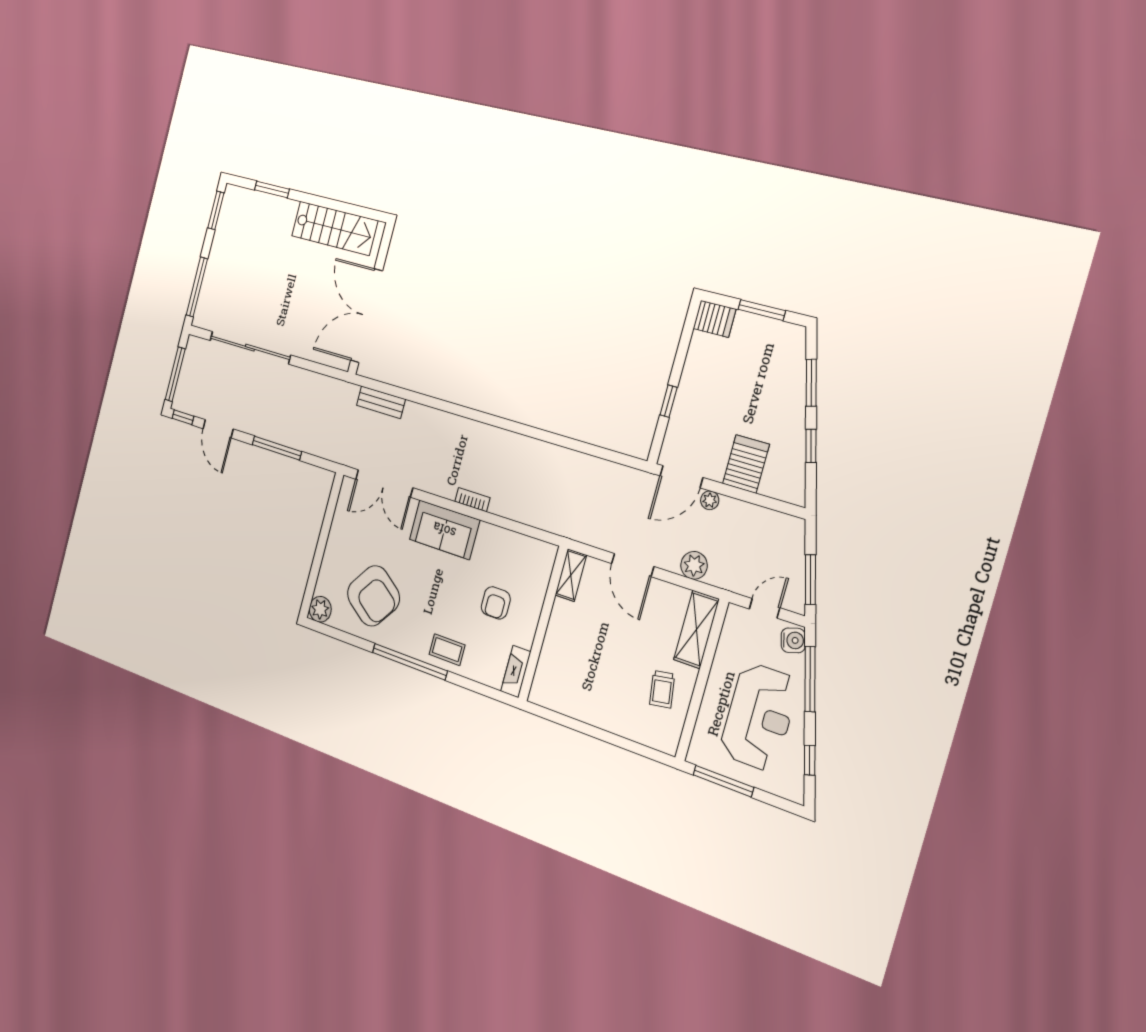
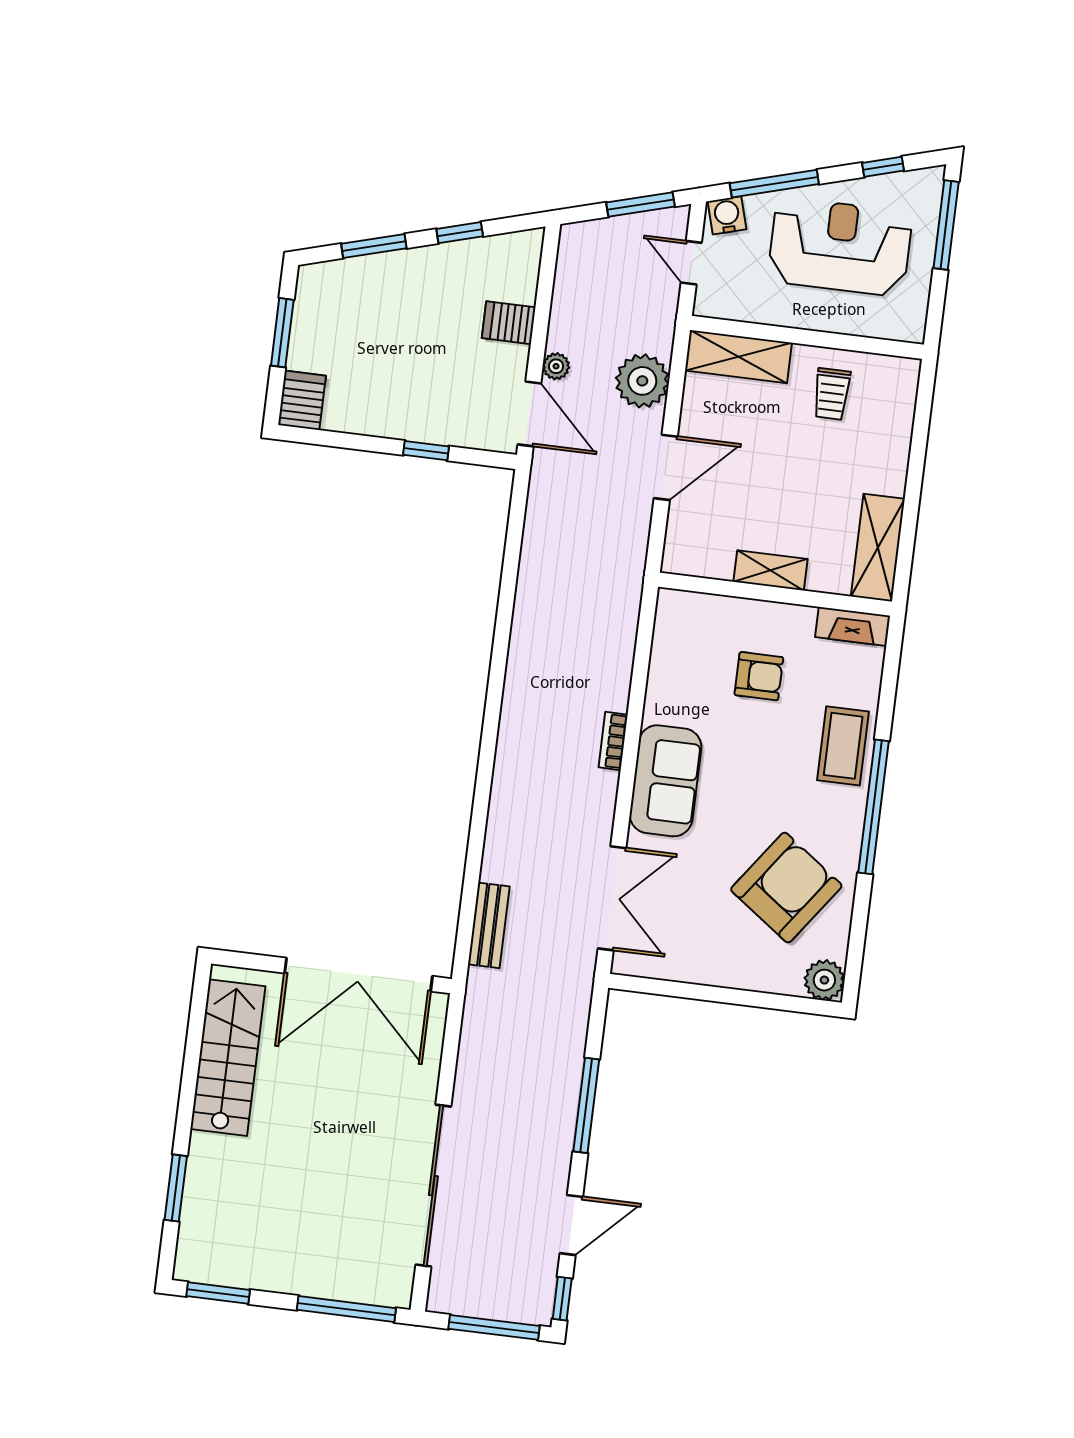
server rack: (746, 464) -> (509, 323), width x0.73, depth x0.70
plant: (694, 565) -> (642, 381), width x1.36, depth x1.36
shelving: (571, 575) -> (770, 570), moved
coffee table: (447, 650) -> (843, 746), width x1.36, depth x1.30
trolley: (662, 689) -> (832, 394), turned 99
shelving: (561, 699) -> (878, 548), added
window: (723, 781) -> (946, 225), moved

